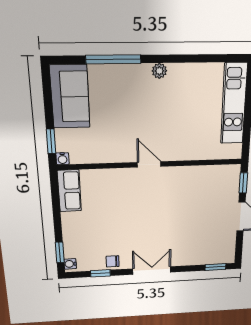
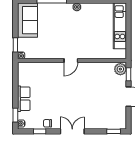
door: (149, 164) -> (71, 60), swing flipped
plant: (231, 175) -> (120, 69), added
row of seats: (69, 191) -> (24, 99), moved

